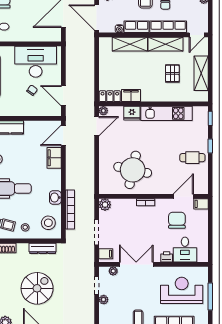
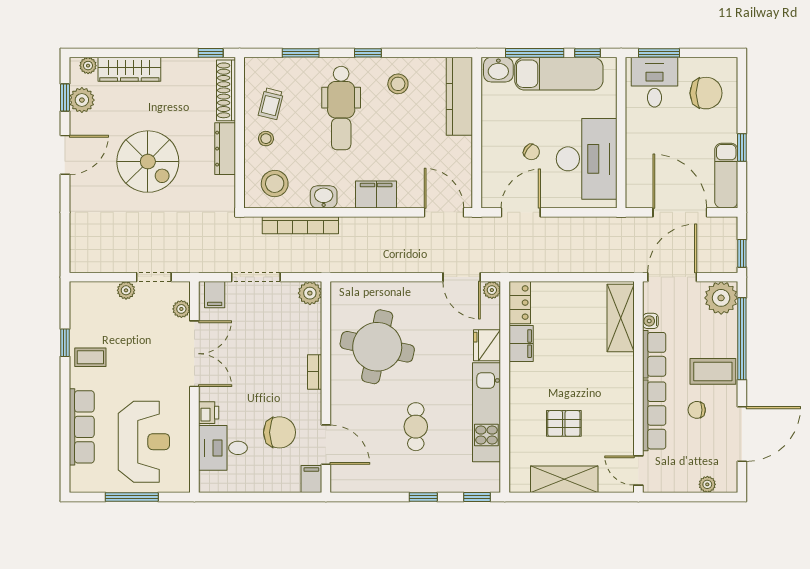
shelving: (130, 44) -> (621, 318), moved
shelving: (166, 44) -> (621, 411), removed
filing cabinet: (54, 158) -> (376, 195), moved
cafe table: (192, 158) -> (416, 427), moved
dresser: (43, 248) -> (225, 149), moved

